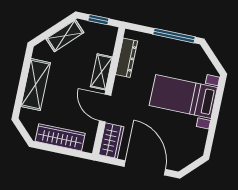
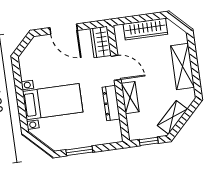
window: (174, 36) -> (79, 151), width x0.69
dresser: (127, 58) -> (111, 103), moved
door: (145, 168) -> (64, 29), width x0.73

